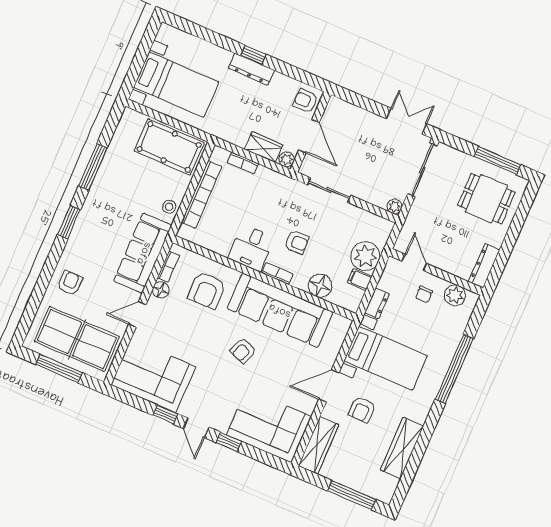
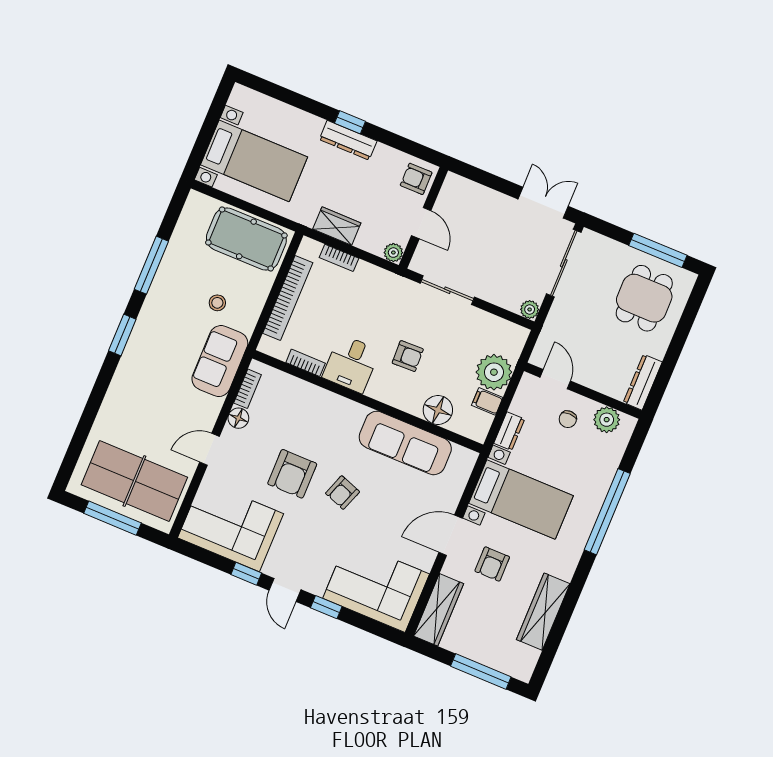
door: (309, 136) -> (421, 223), width x0.73
wardrobe: (264, 147) -> (337, 226), moved
dining table: (486, 199) -> (644, 298), turned 90
stool: (169, 207) -> (217, 303), moved
sofa: (143, 253) -> (220, 361), width x0.73
bookcase: (277, 273) -> (306, 363), moved
armchair: (70, 283) -> (125, 411), removed
armchair: (207, 290) -> (292, 474), moved
sofa: (280, 310) -> (405, 443), width x0.74, depth x0.79

